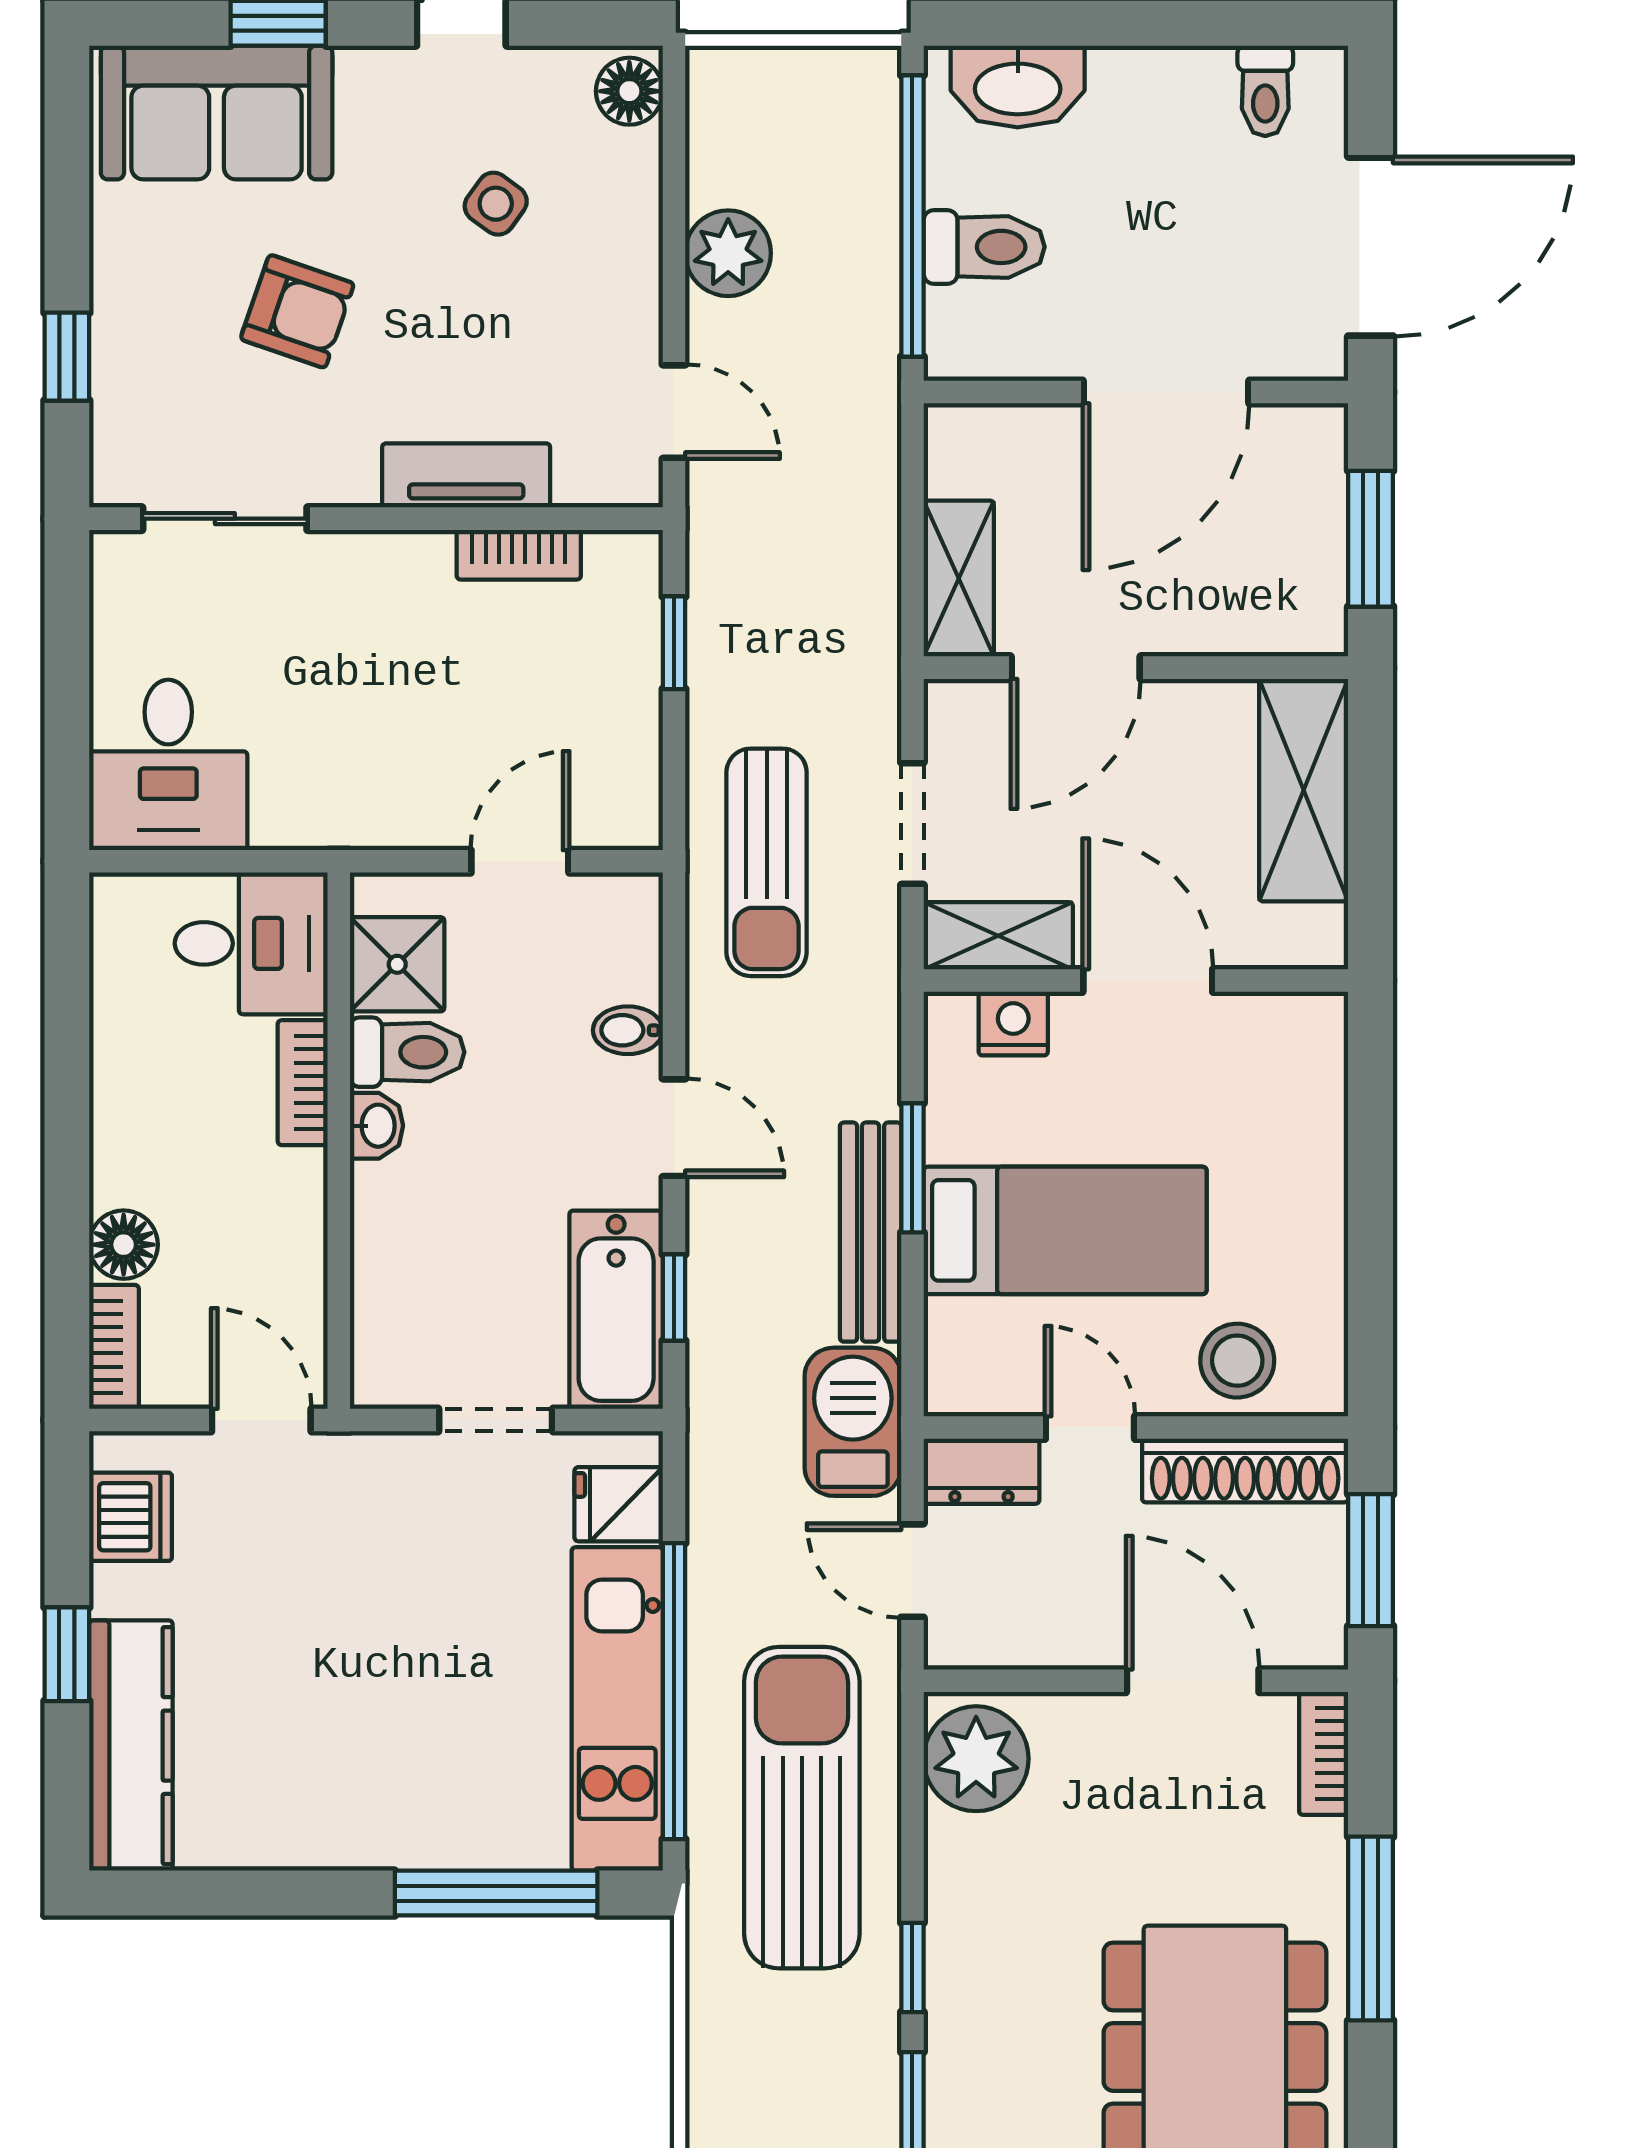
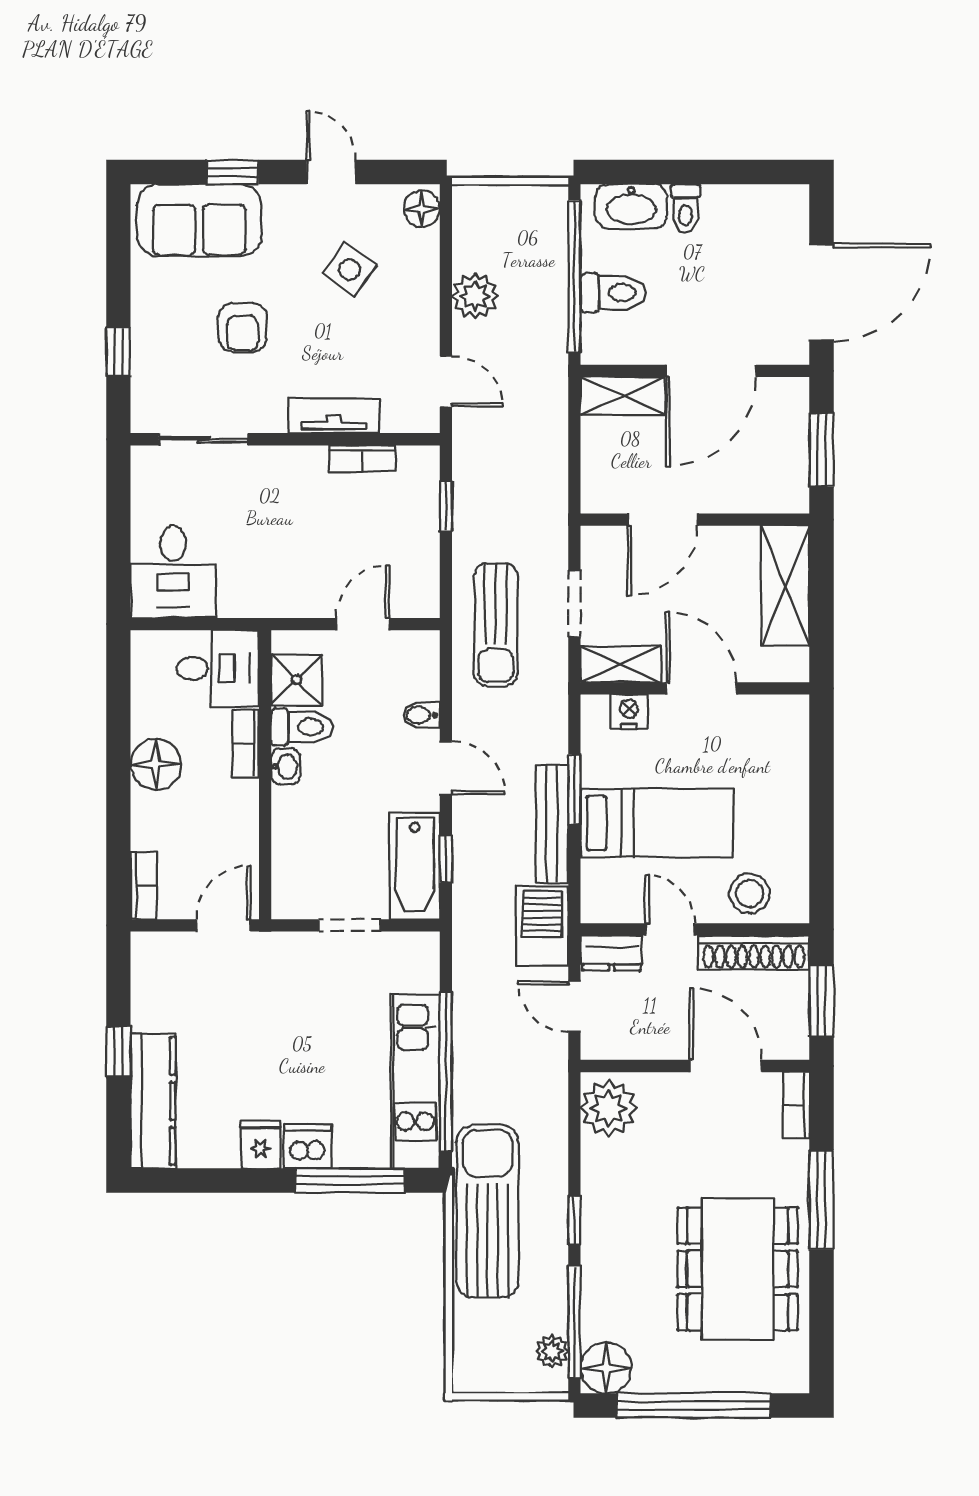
toilet: (1265, 91) -> (685, 209), moved
side table: (496, 204) -> (350, 269), width x1.37, depth x1.37
armchair: (297, 311) -> (243, 327), turned 71
shelving: (959, 578) -> (623, 396), moved, turned 90
floor lamp: (124, 1245) -> (156, 764), moved, width x1.38, depth x1.38
door: (261, 1420) -> (223, 925), hinge flipped
fridge: (619, 1504) -> (261, 1145), moved, turned 90
dishwasher: (131, 1517) -> (308, 1146), moved, turned -90
sun lounger: (802, 1808) -> (487, 1211), moved

